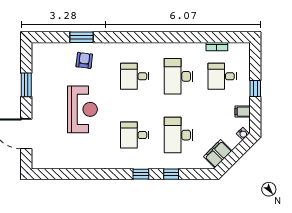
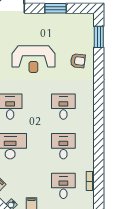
window: (81, 37) -> (99, 37), moved
desk: (179, 76) -> (63, 146), width x0.73

